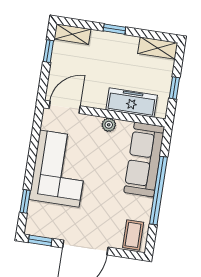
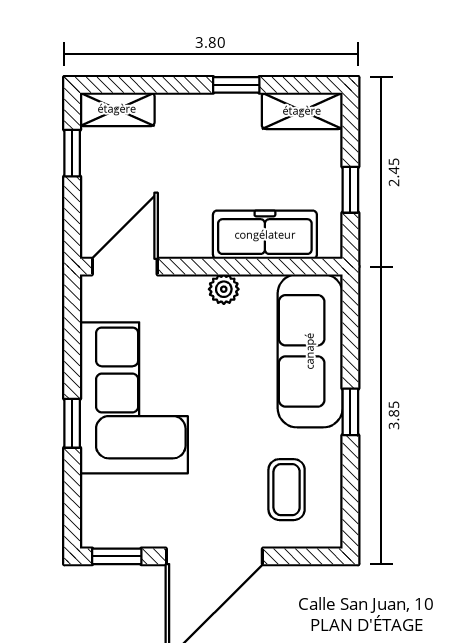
window: (114, 29) -> (236, 85), moved
window: (158, 191) -> (350, 412), width x0.32
window: (25, 201) -> (72, 423), moved
coffee table: (133, 235) -> (287, 490), moved

